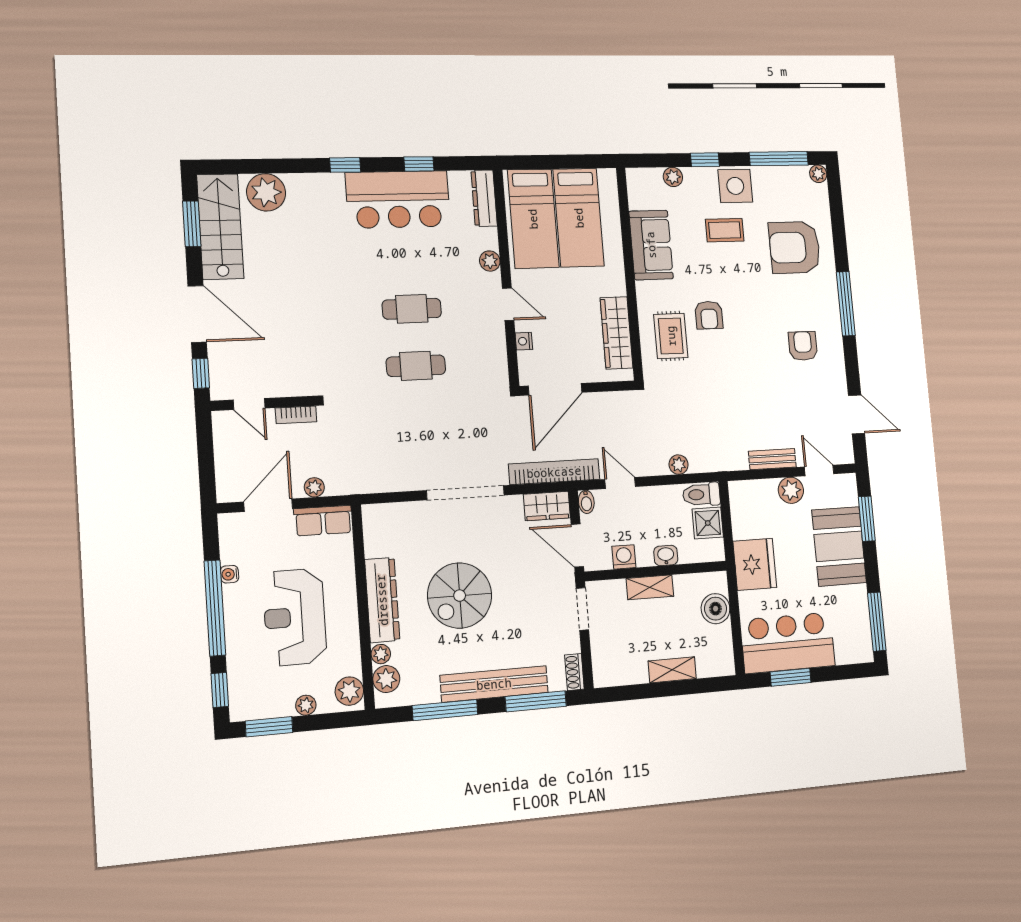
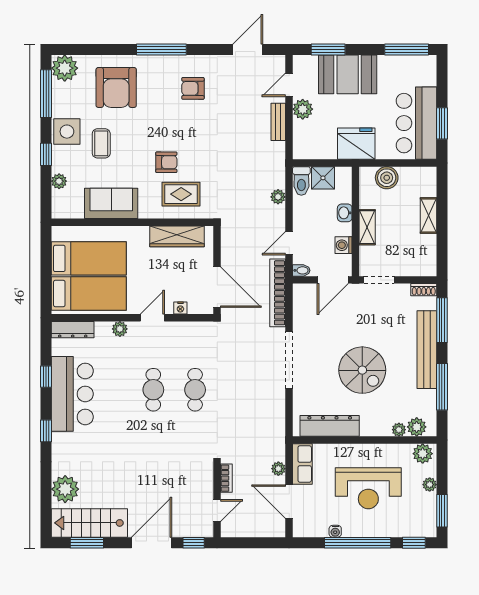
plant: (818, 174) -> (65, 68), width x1.88, depth x1.88
wardrobe: (547, 506) -> (302, 300), removed
dresser: (382, 600) -> (330, 426), moved

